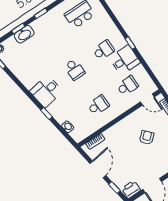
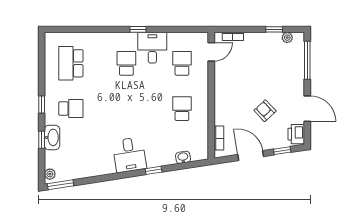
school desk: (75, 70) -> (71, 109), moved
armchair: (147, 137) -> (265, 111), moved

